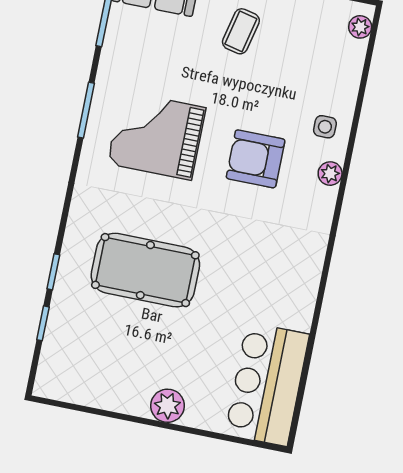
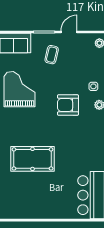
grand piano: (157, 136) -> (20, 89), moved, turned 90
plant: (167, 406) -> (52, 212), removed

